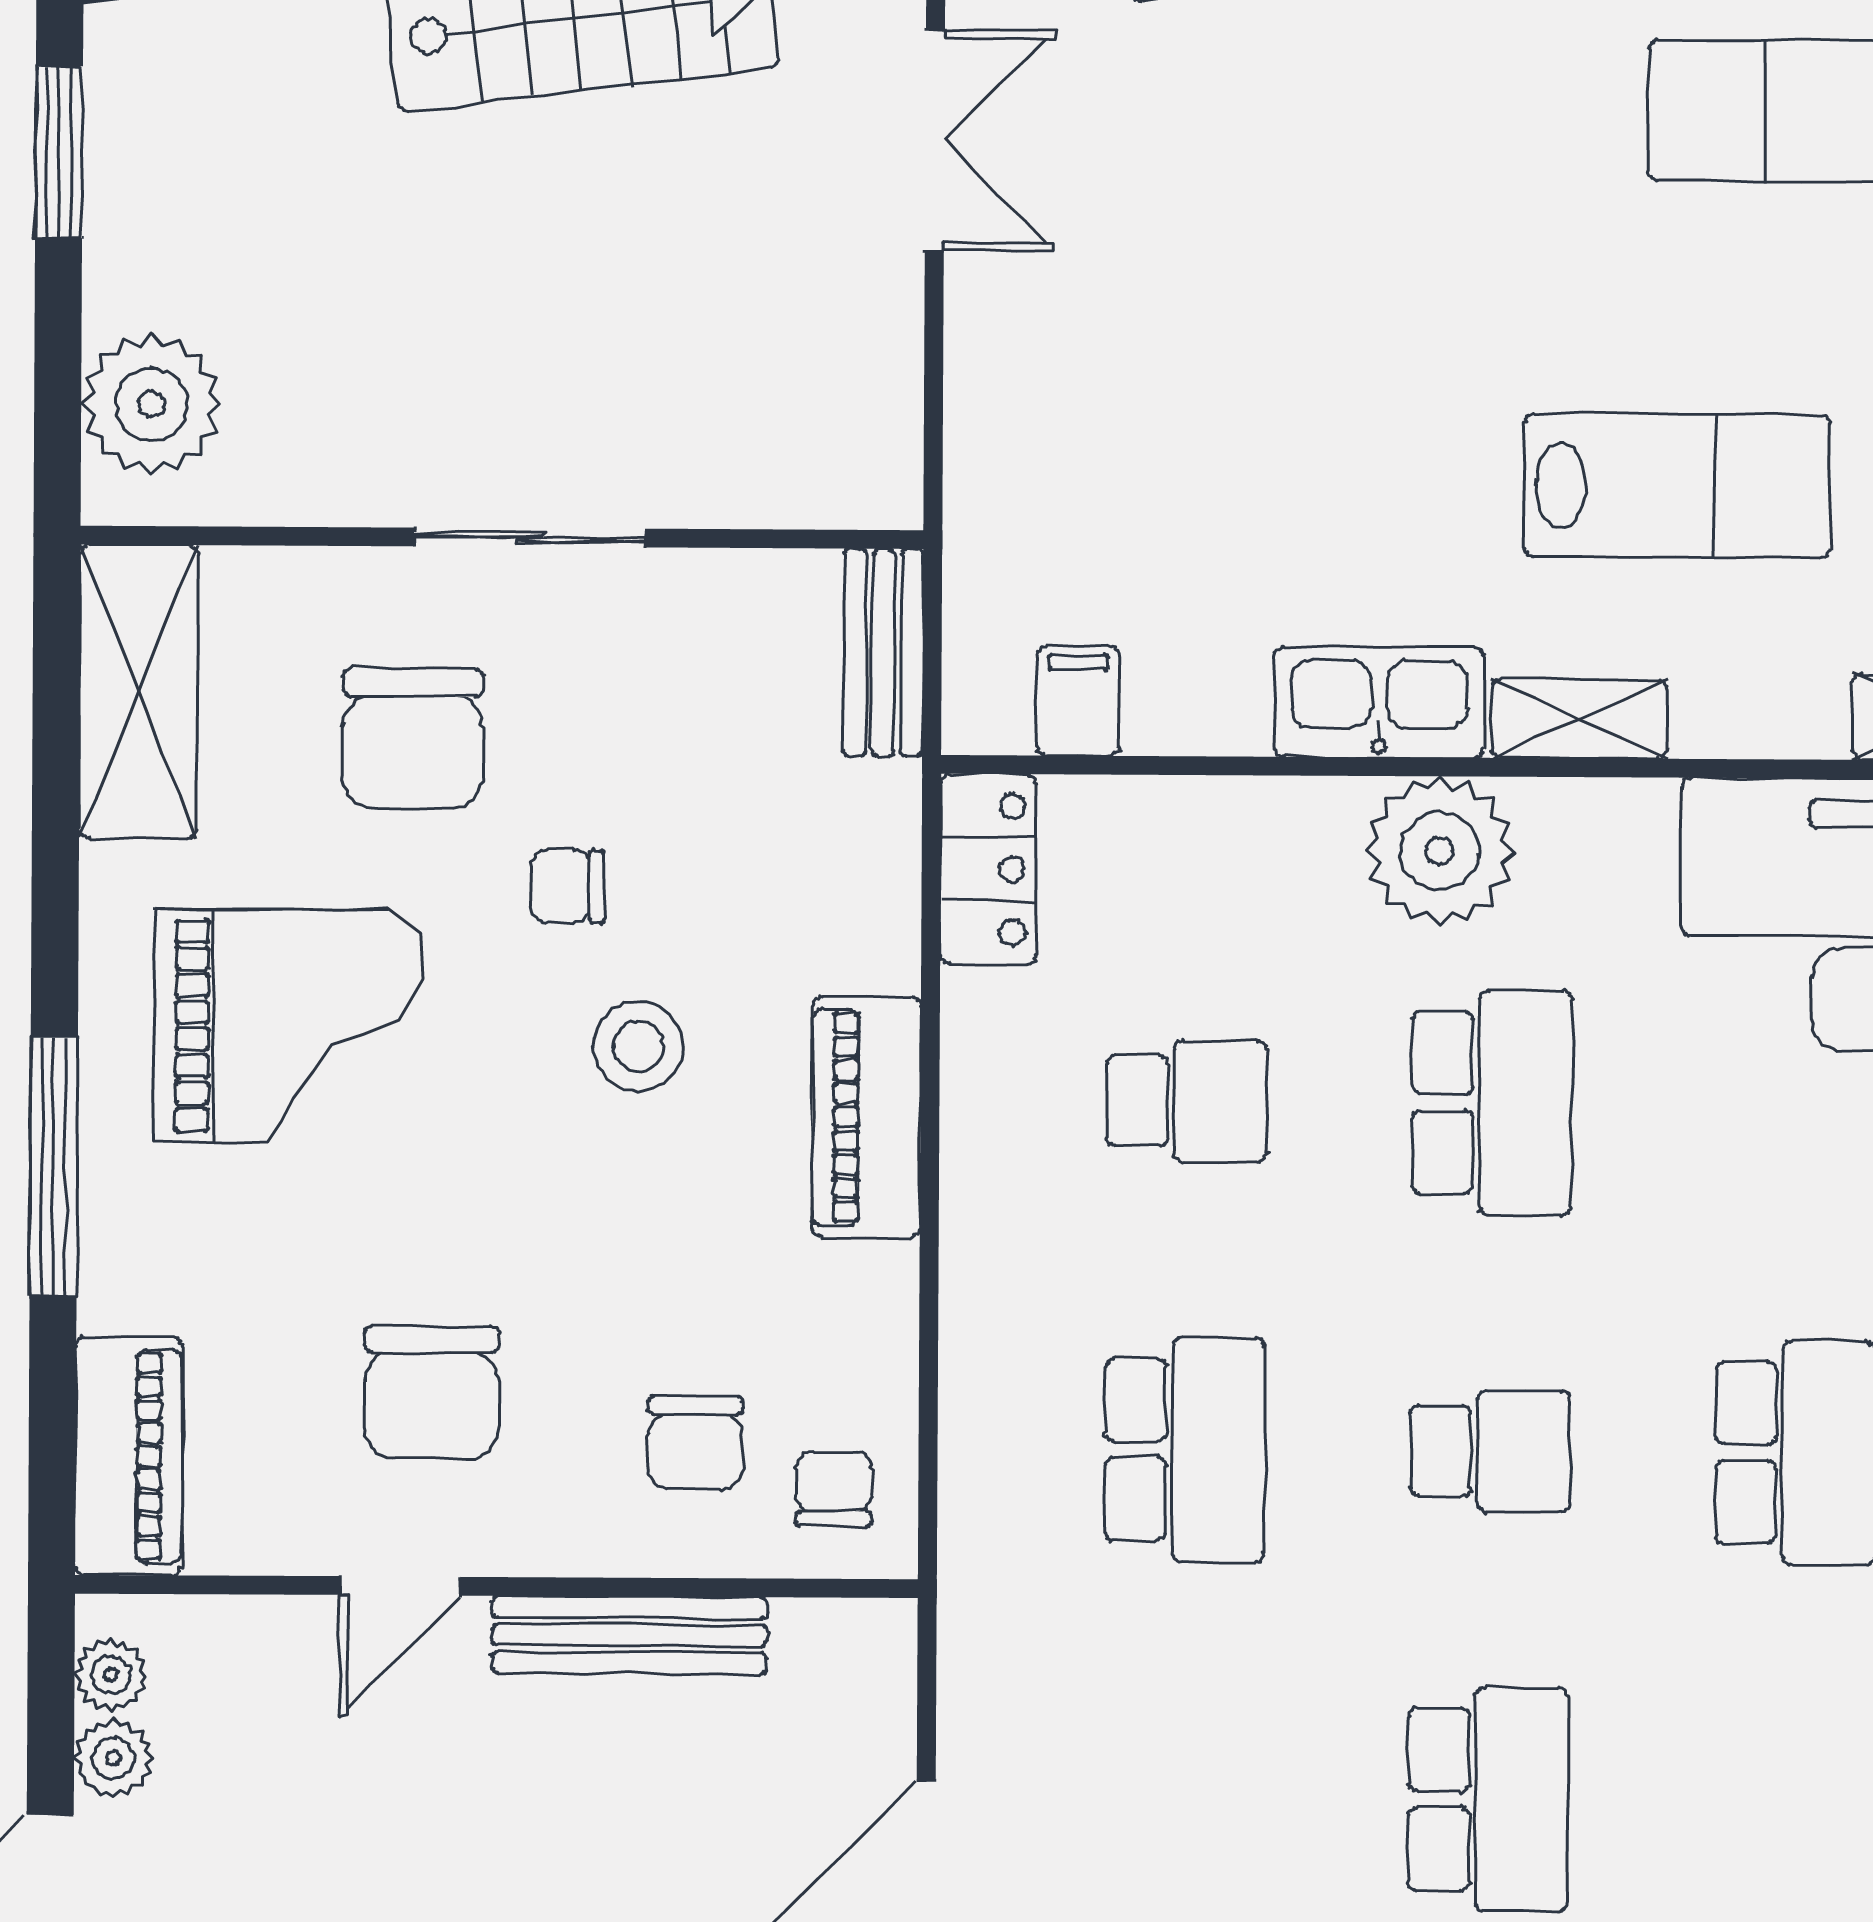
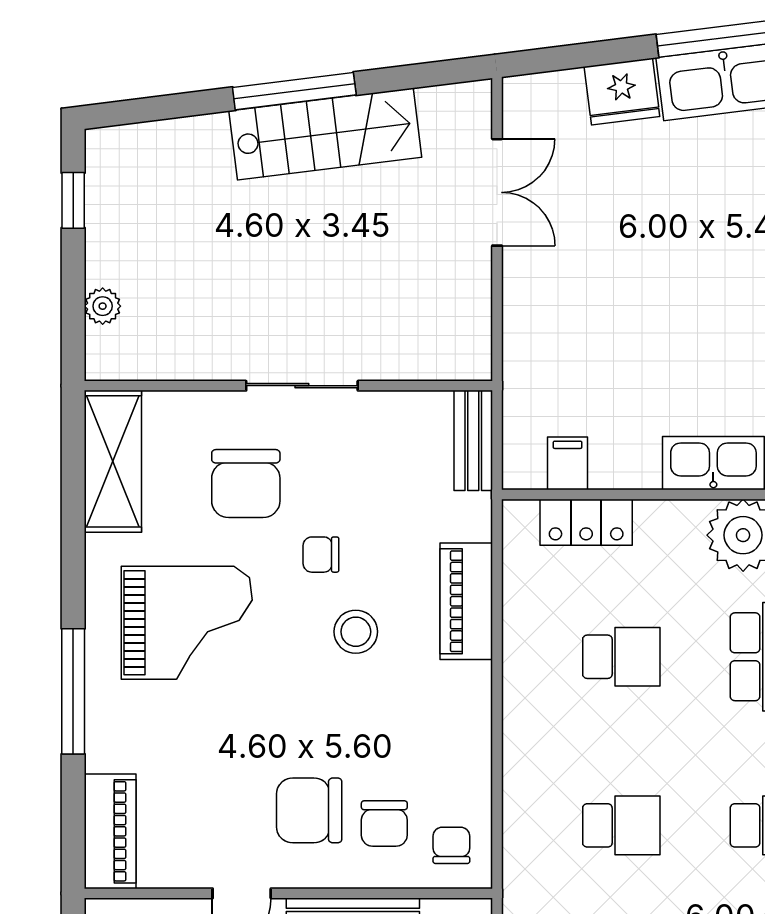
window: (59, 152) -> (73, 200), width x0.67
plant: (151, 404) -> (103, 306), width x0.53, depth x0.53
locker: (988, 869) -> (586, 522), moved, turned 90
piano: (866, 1117) -> (466, 601), moved
chair: (431, 1393) -> (309, 810), moved, turned 90
school desk: (1185, 1450) -> (621, 825), width x0.54

